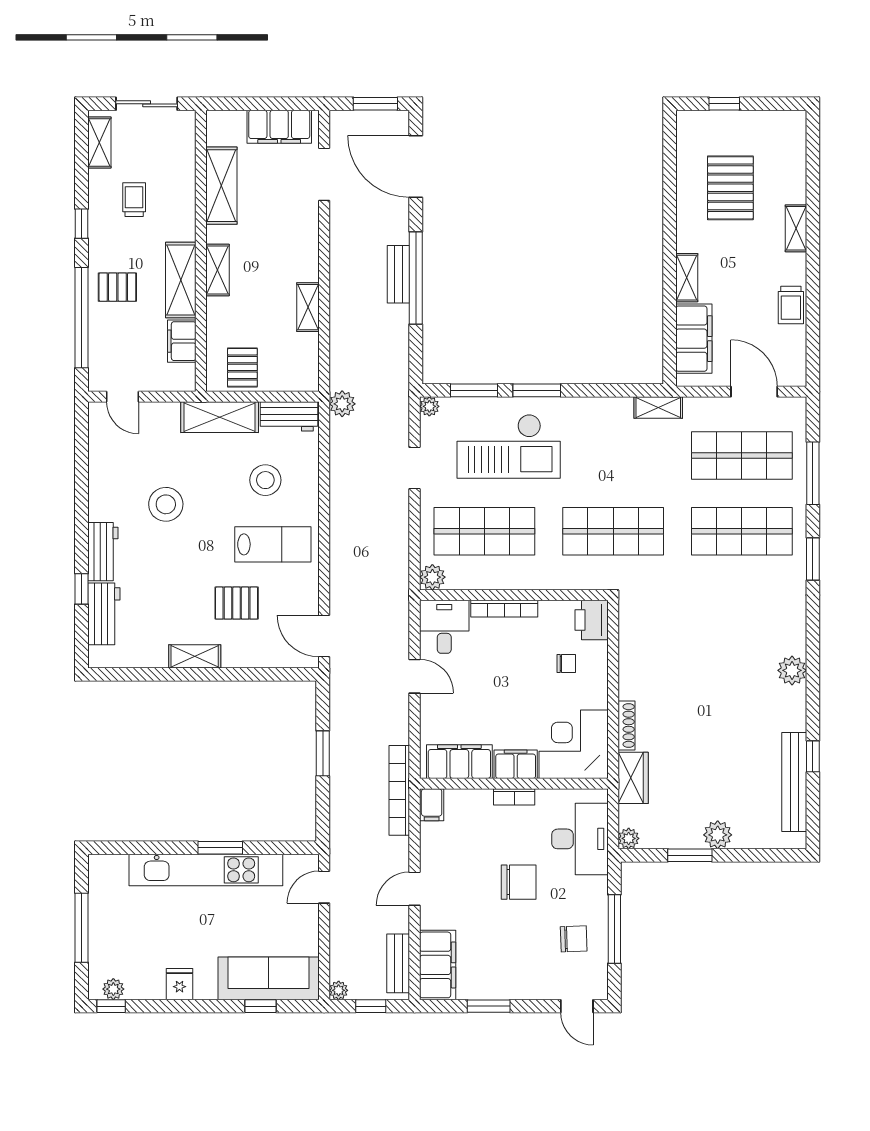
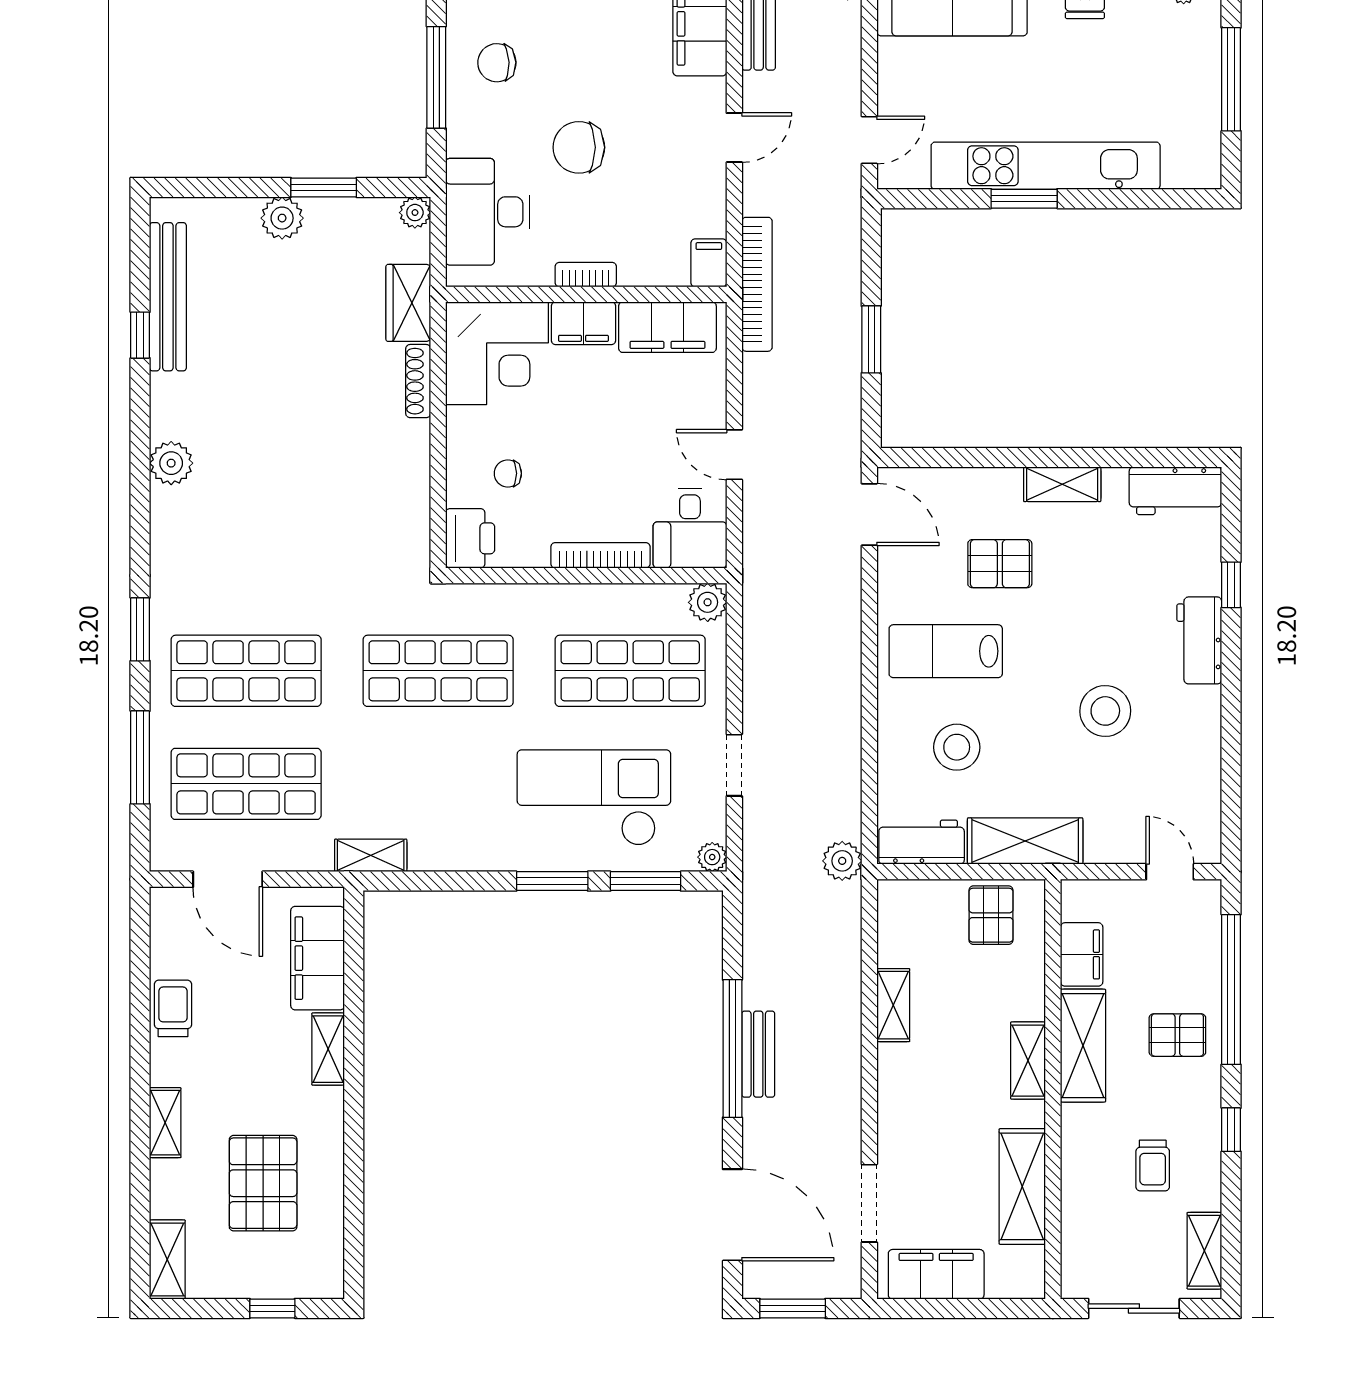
shelving: (795, 137) -> (167, 1259), added
workbench: (104, 614) -> (1175, 491), moved, turned -90

